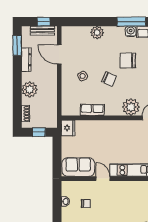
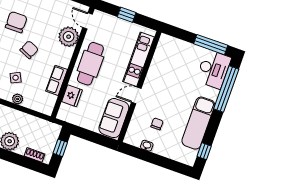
chair: (128, 61) -> (16, 22), turned 180
plant: (66, 84) -> (18, 99), added
fridge: (68, 128) -> (72, 96), moved, turned 90
cafe table: (115, 132) -> (90, 64), added

